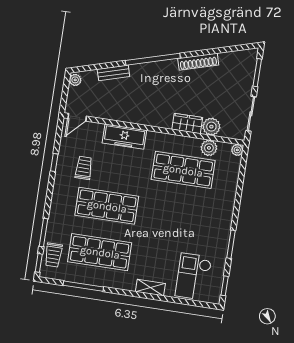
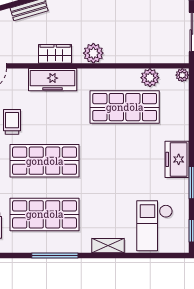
wardrobe: (187, 123) -> (55, 54), moved
plant: (211, 127) -> (93, 53), moved
freezer: (221, 222) -> (177, 159), added
window: (83, 286) -> (55, 256), moved

